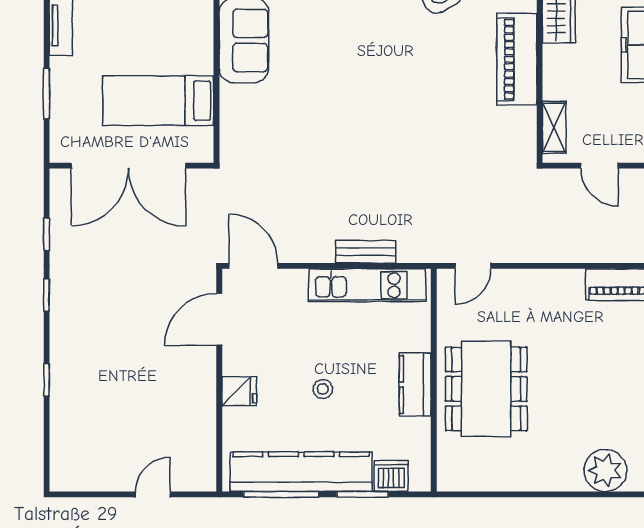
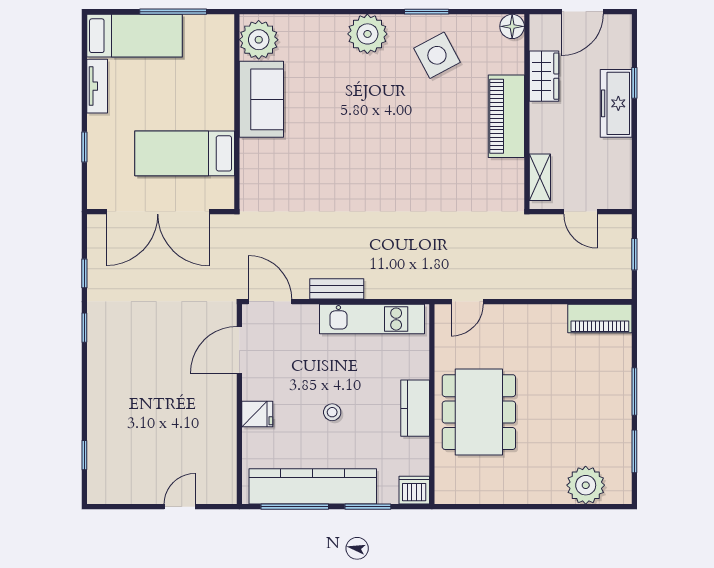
window: (47, 94) -> (84, 147), width x0.67
bench: (366, 252) -> (337, 289), moved
window: (47, 380) -> (84, 455), moved
dishwasher: (391, 476) -> (414, 490), moved

